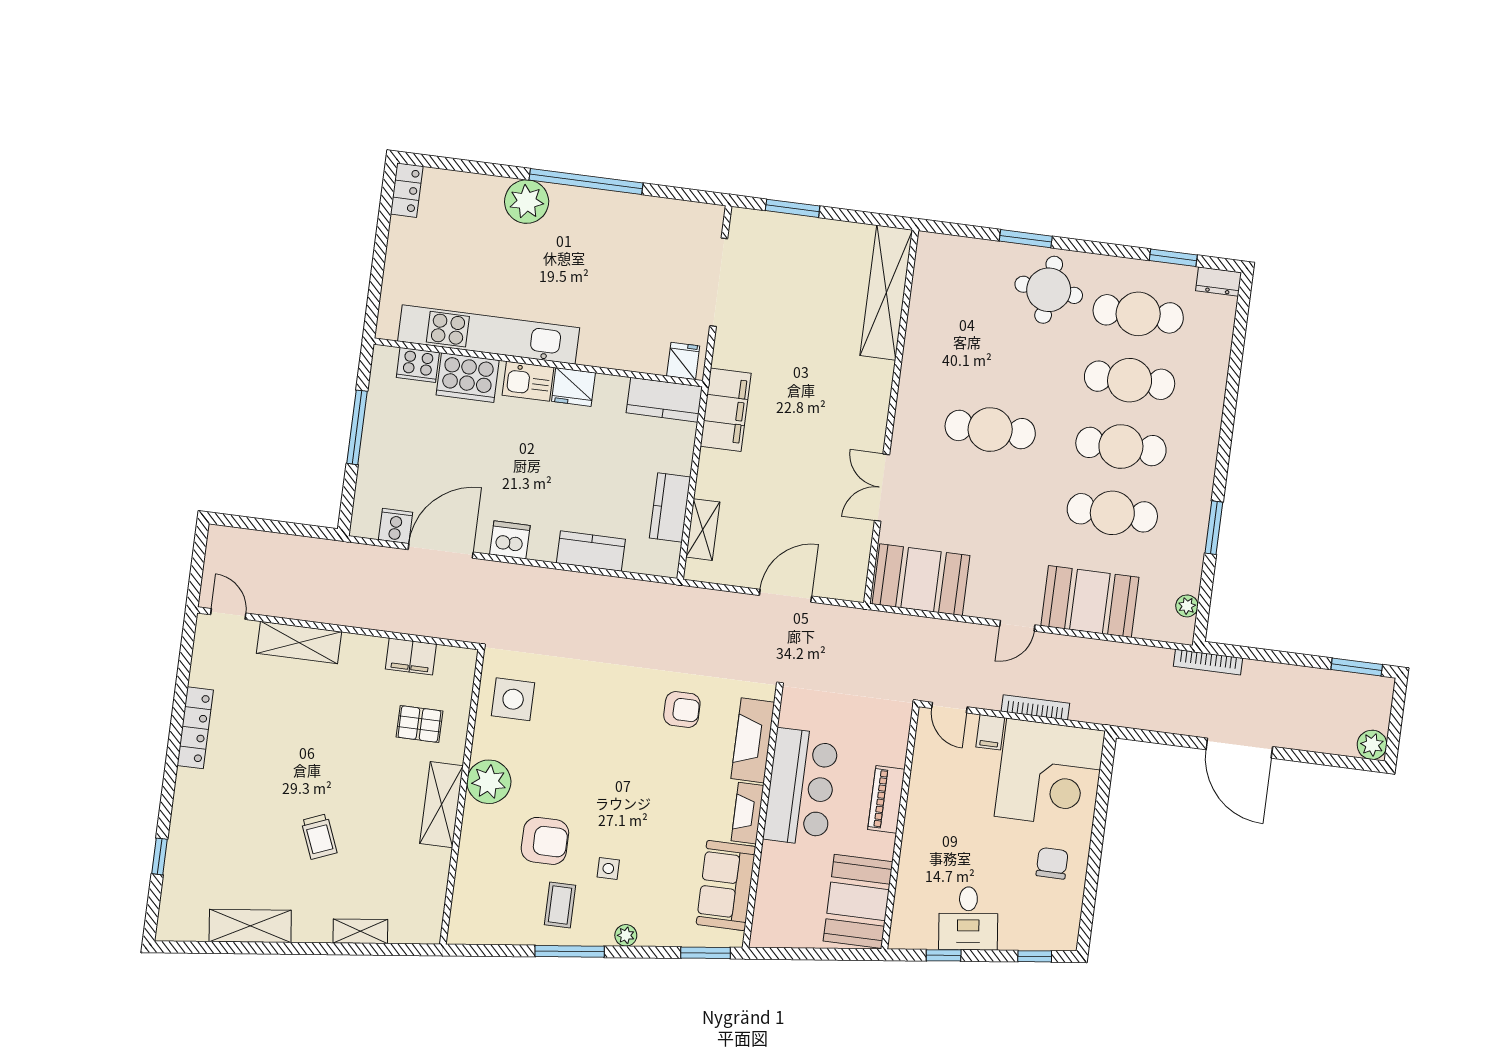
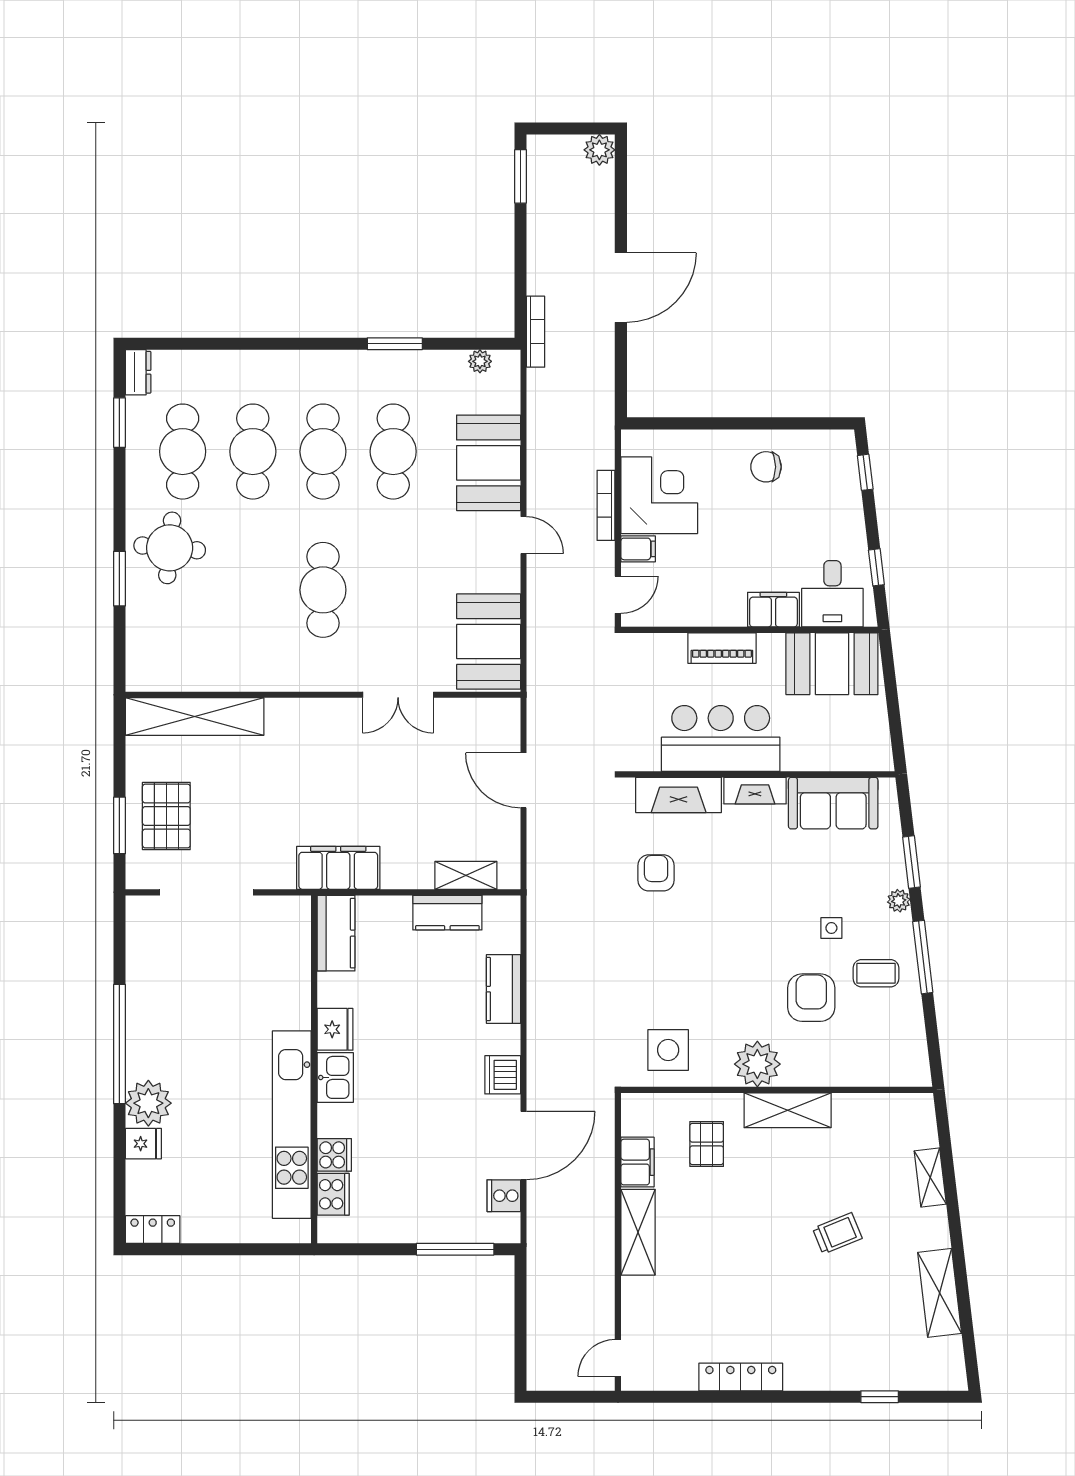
pallet: (796, 254) -> (166, 816), added
fridge: (683, 361) -> (143, 1144), moved, turned 180
cooker: (468, 378) -> (334, 1155), width x0.53, depth x0.76
window: (357, 427) -> (455, 1249), moved
door: (441, 551) -> (524, 1145), swing flipped
shelving: (299, 642) -> (638, 1232), moved
corner desk: (1050, 774) -> (659, 495), width x0.74, depth x0.74
filing cabinet: (916, 853) -> (773, 610), added
desk: (968, 918) -> (832, 594), moved, turned 97
window: (706, 953) -> (912, 862), moved

